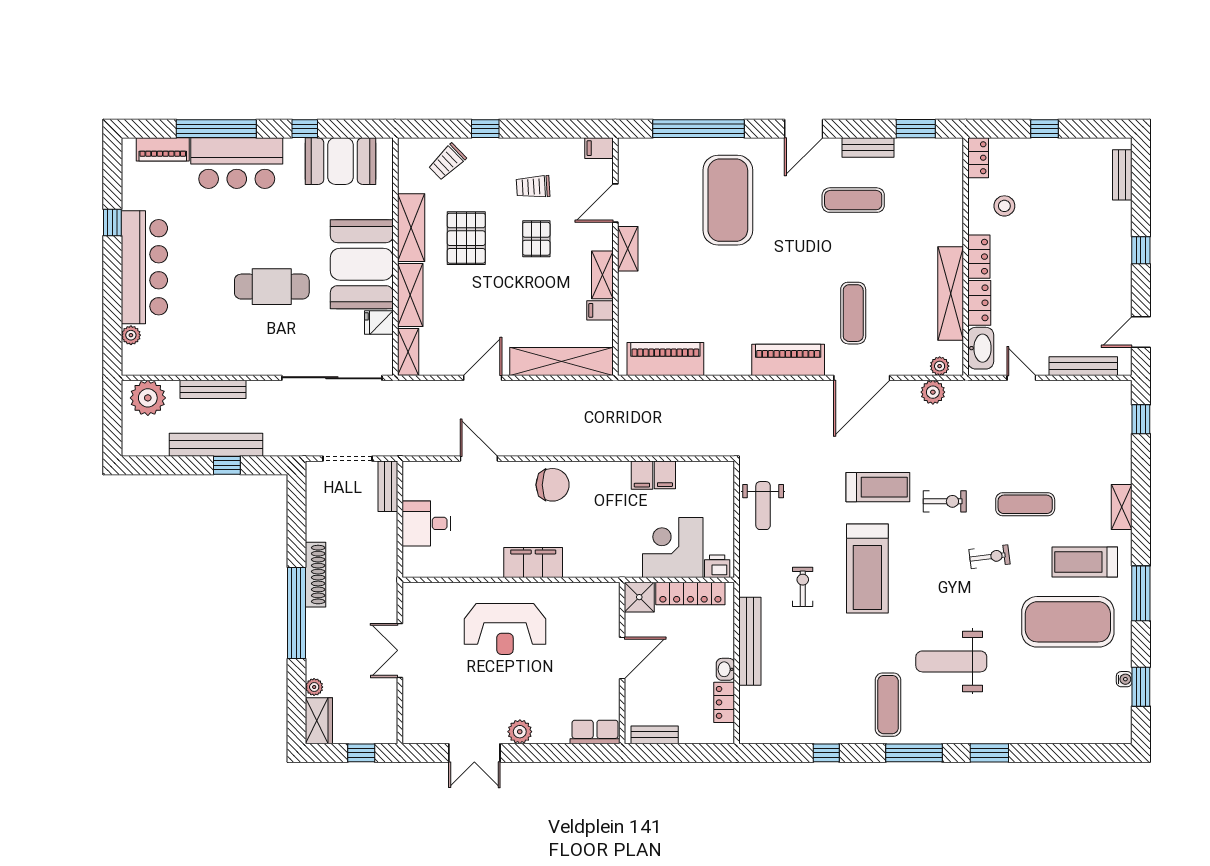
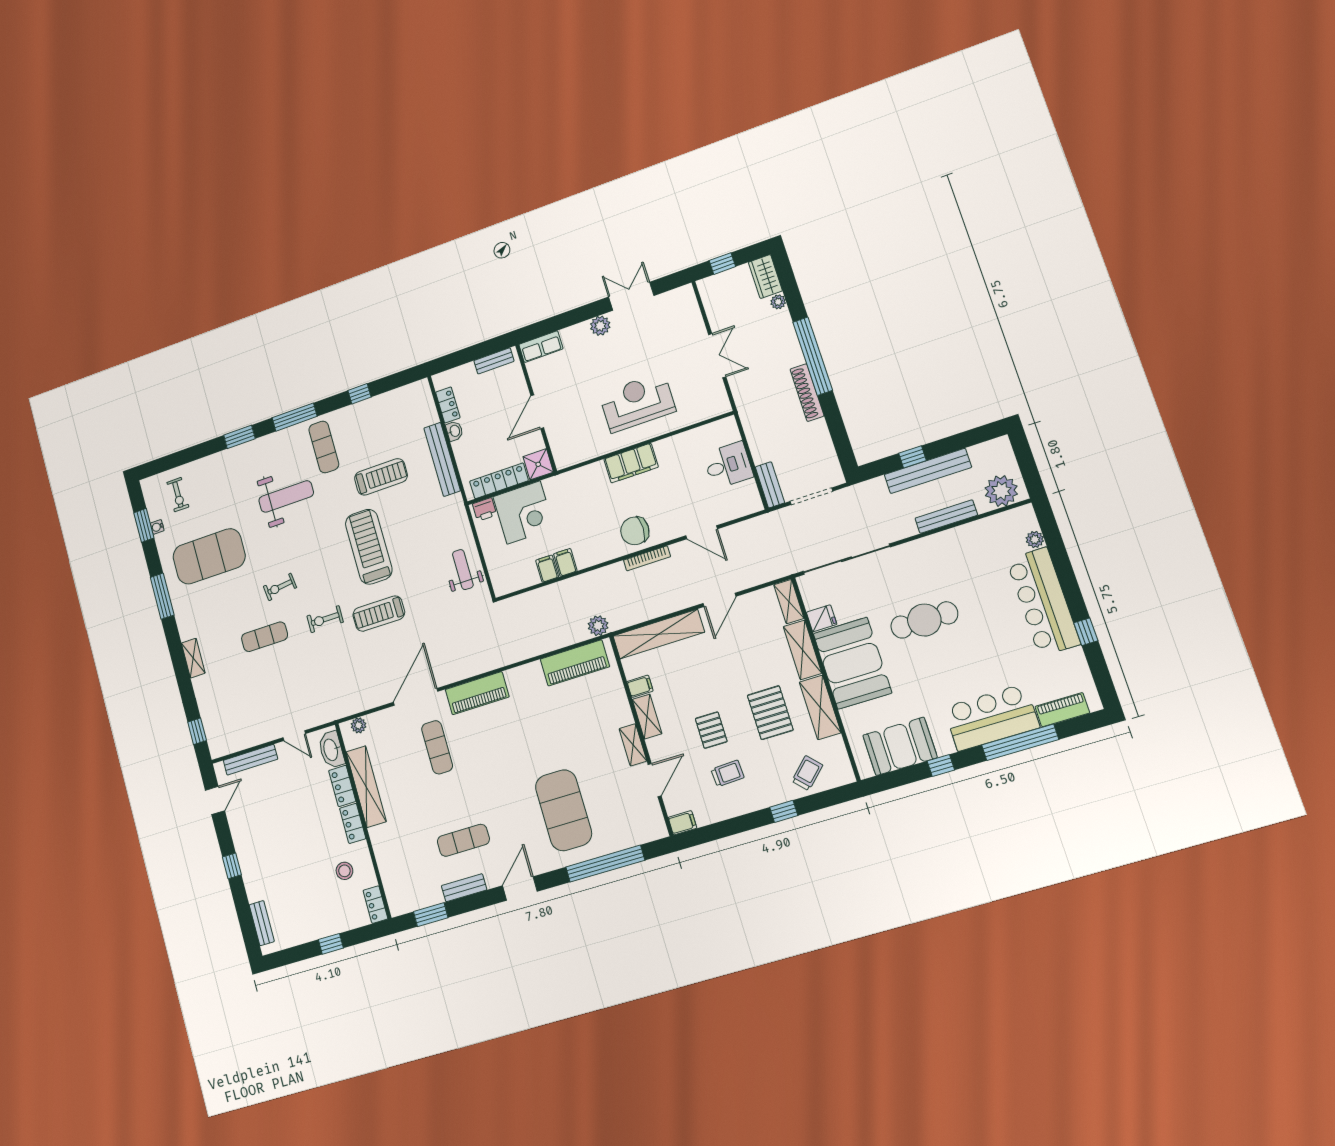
plant: (933, 392) -> (598, 626), moved
bookcase: (548, 450) -> (647, 558), added
treadmill: (1085, 562) -> (381, 477), moved
exercise bike: (803, 587) -> (178, 495), moved

